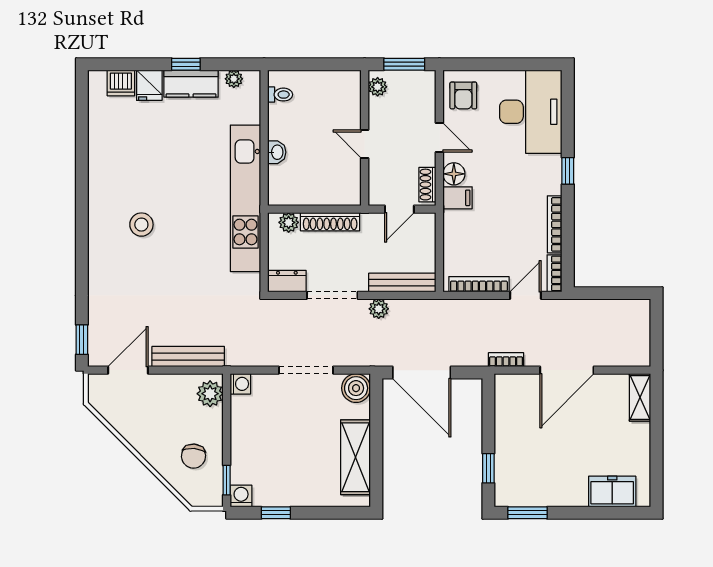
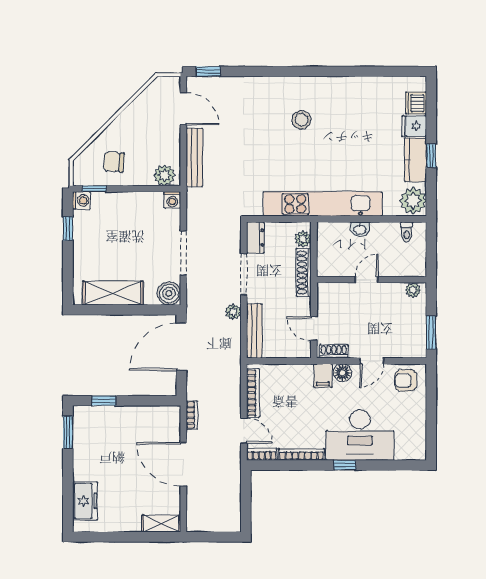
plant: (234, 79) -> (413, 201), width x1.88, depth x1.88
plant: (378, 87) -> (413, 290), moved
desk: (531, 112) -> (360, 435), moved
wall: (365, 138) -> (372, 280), moved
door: (365, 144) -> (367, 280), moved

